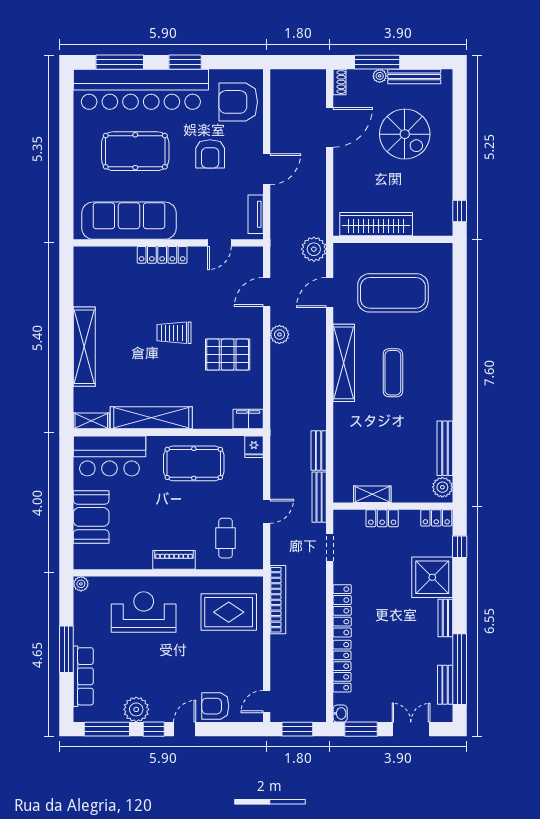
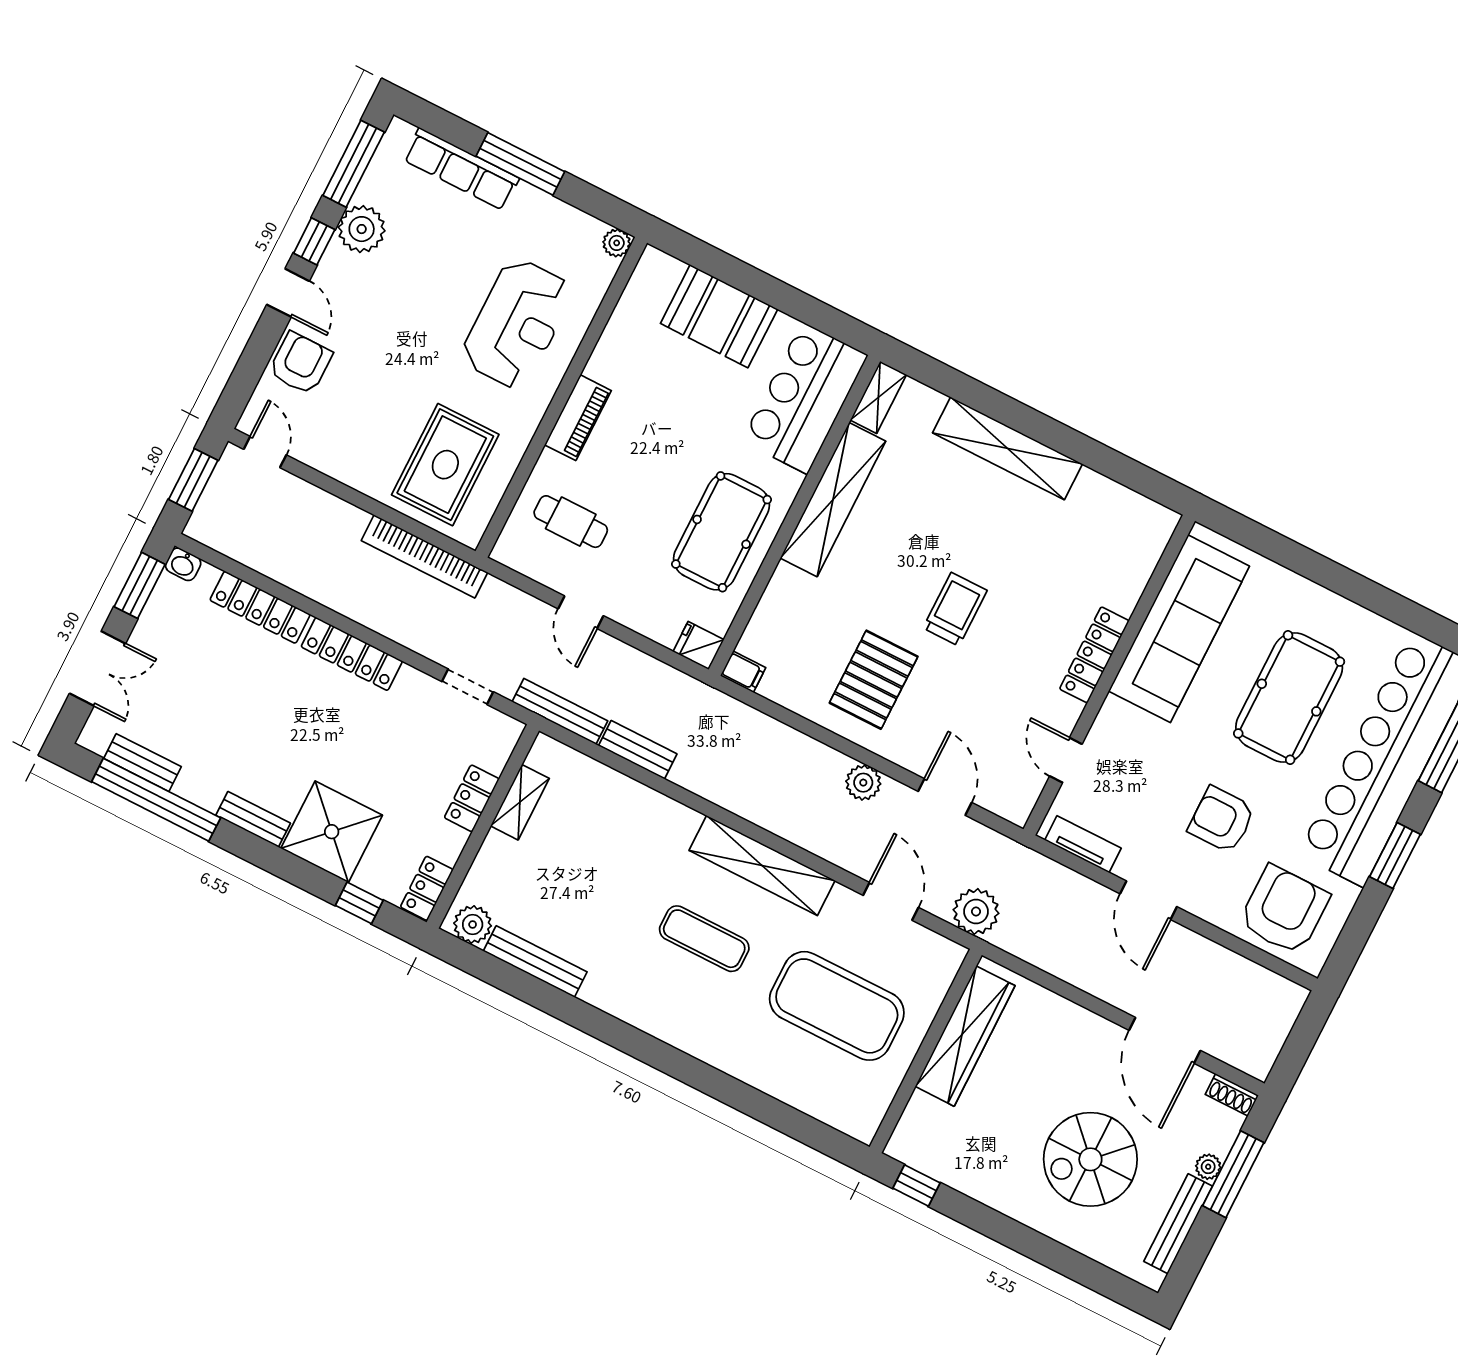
exercise mat: (393, 293) -> (837, 1006), turned 90
filing cabinet: (248, 419) -> (743, 672), width x0.50

